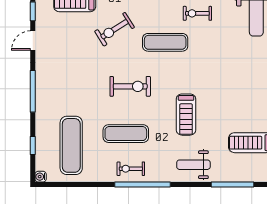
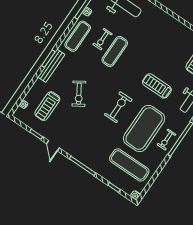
exercise mat: (165, 42) -> (115, 52), moved
treadmill: (186, 115) -> (157, 86), turned 180
exercise mat: (126, 134) -> (144, 129), width x2.00, depth x1.45

